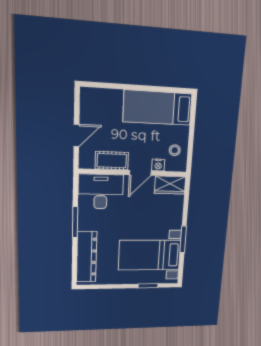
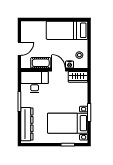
door: (140, 173) -> (59, 70), swing flipped

